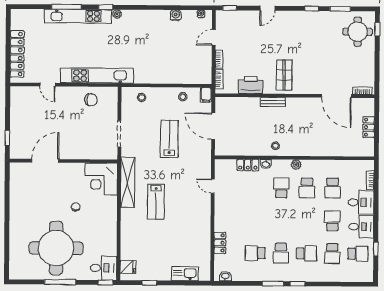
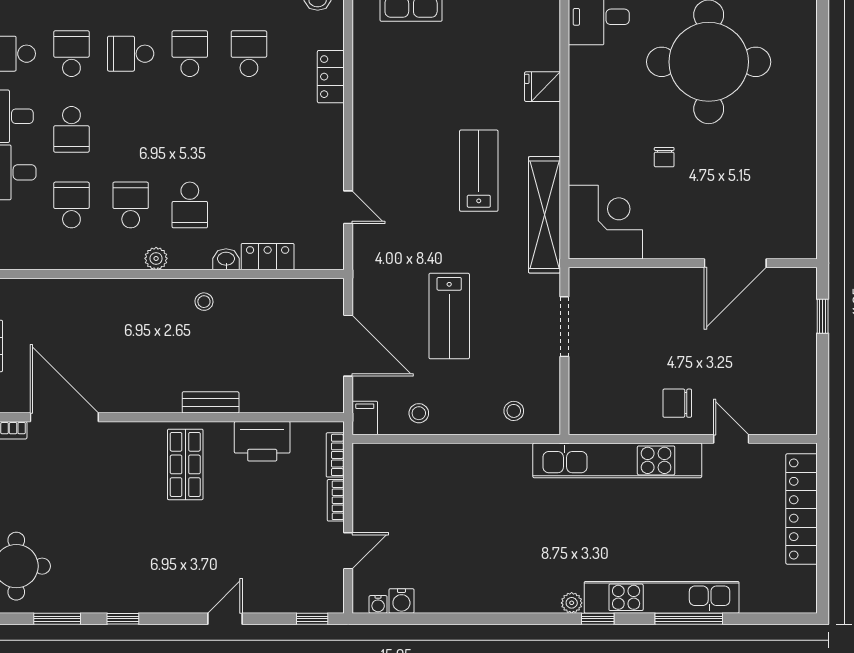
water cooler: (176, 15) -> (401, 601), moved
chair: (91, 100) -> (677, 403), moved
school desk: (255, 253) -> (249, 54), turned -90
fridge: (128, 267) -> (543, 87), moved

